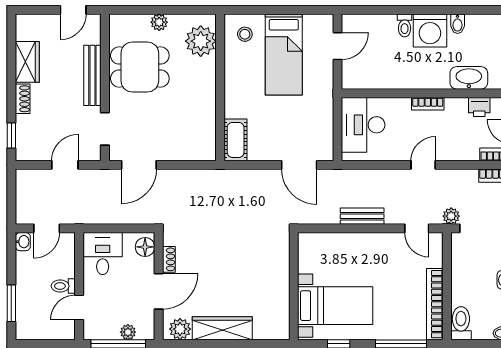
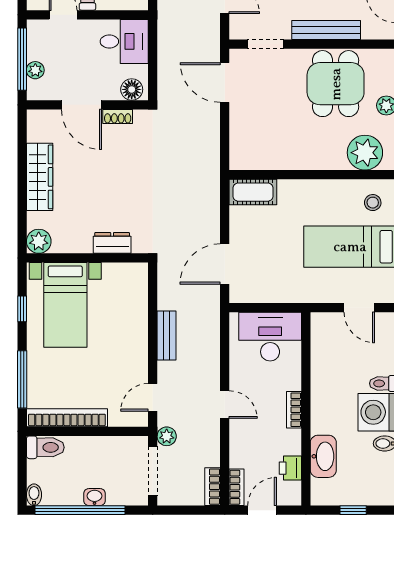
dresser: (281, 264) -> (112, 243), added
plant: (180, 329) -> (39, 241), moved

